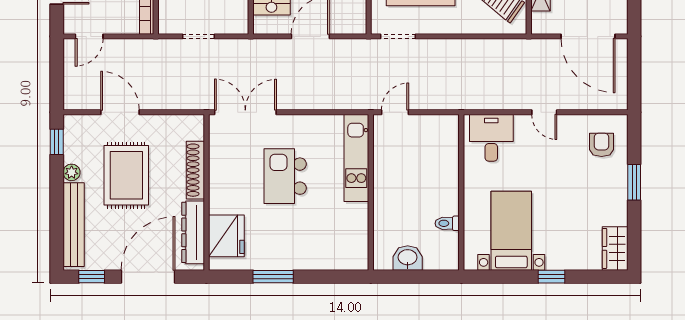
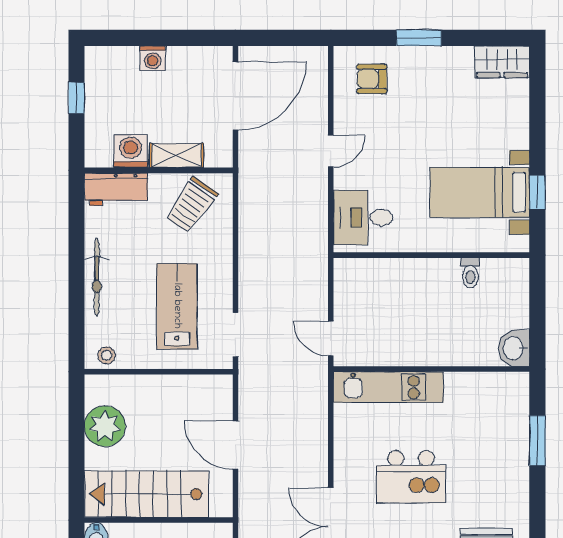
washbasin: (408, 258) -> (514, 348), moved
window: (273, 277) -> (537, 440), moved
window: (551, 277) -> (537, 192), moved

